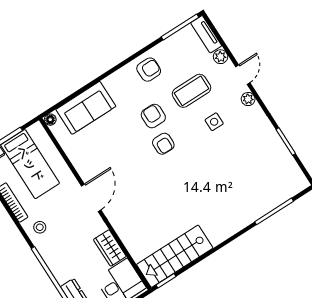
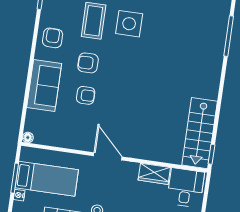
sofa: (86, 108) -> (44, 85), moved
side table: (214, 122) -> (129, 24), width x1.87, depth x1.87
armchair: (163, 144) -> (86, 95), moved

